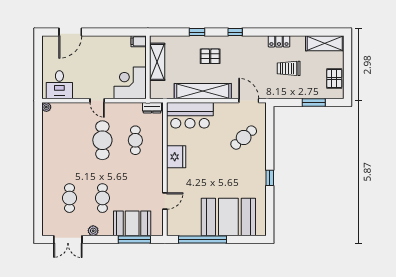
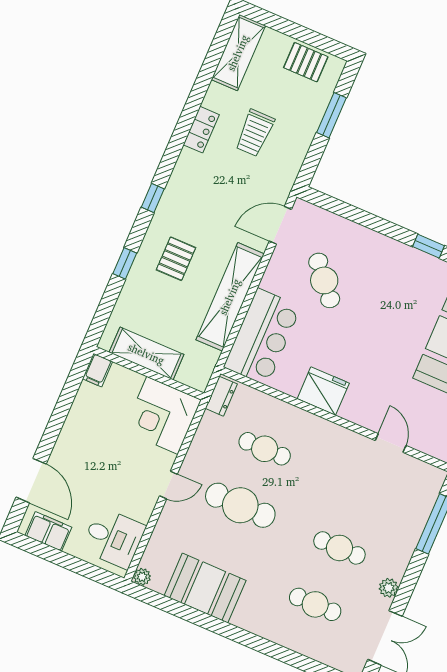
filing cabinet: (49, 51) -> (48, 531), added
cafe table: (244, 138) -> (324, 280), moved
booth: (132, 223) -> (205, 588), moved, turned 90

